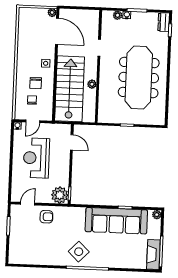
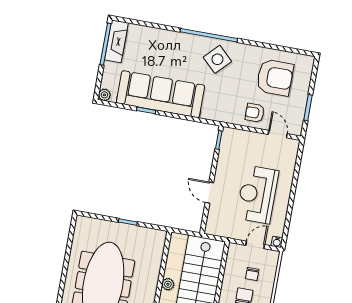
door: (72, 142) -> (209, 193), moved
reception desk: (36, 158) -> (257, 194), turned 180
plant: (60, 195) -> (233, 140), removed
door: (28, 204) -> (278, 134), swing flipped
armchair: (35, 244) -> (275, 78), added

